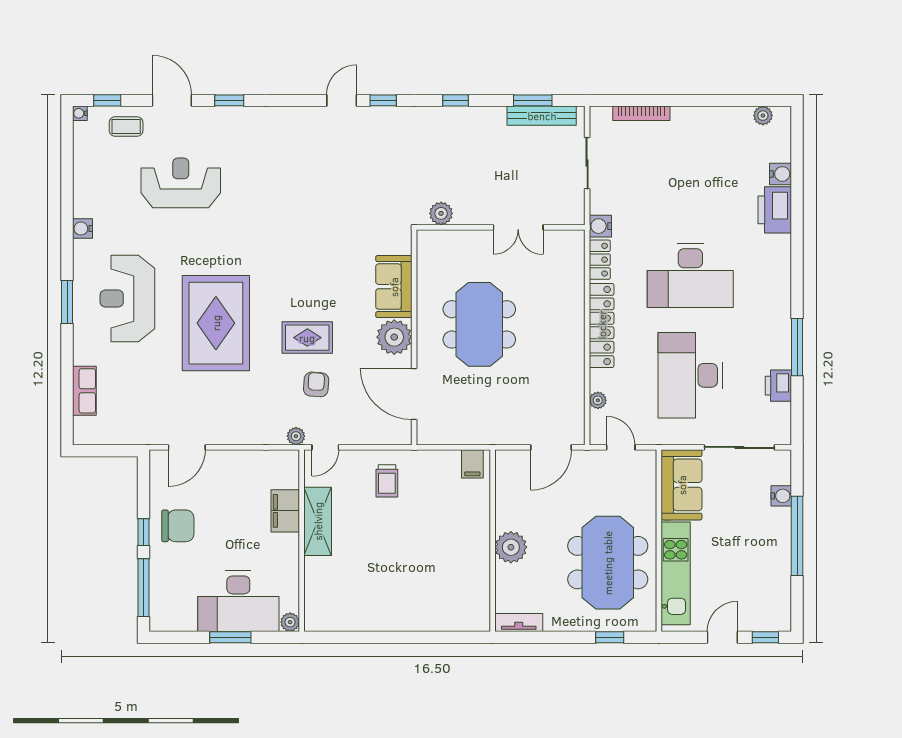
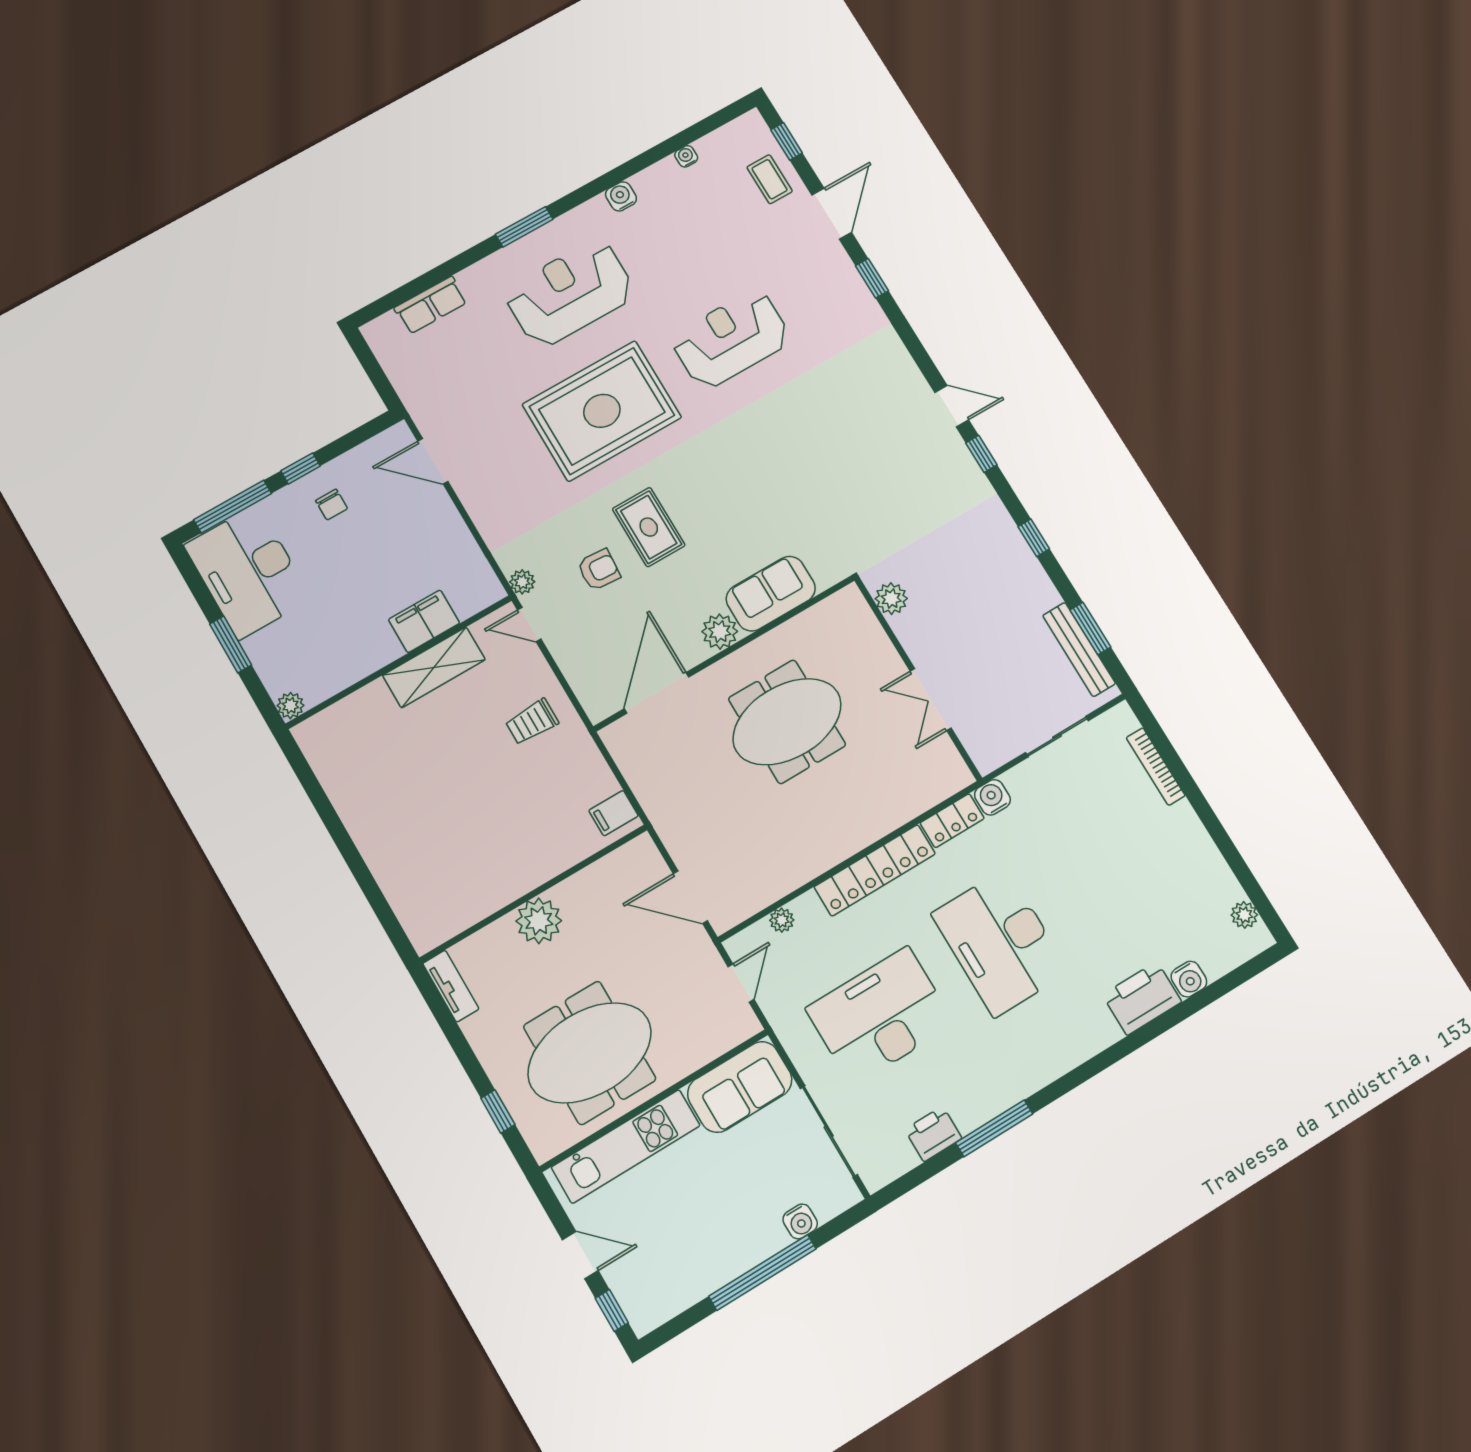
water cooler: (80, 113) -> (686, 156), moved
reception desk: (181, 183) -> (731, 339), moved, turned -90
plant: (394, 337) -> (720, 632), width x0.73, depth x0.73
chair: (178, 526) -> (332, 505), width x0.54, depth x0.54
desk: (238, 601) -> (248, 572), moved

